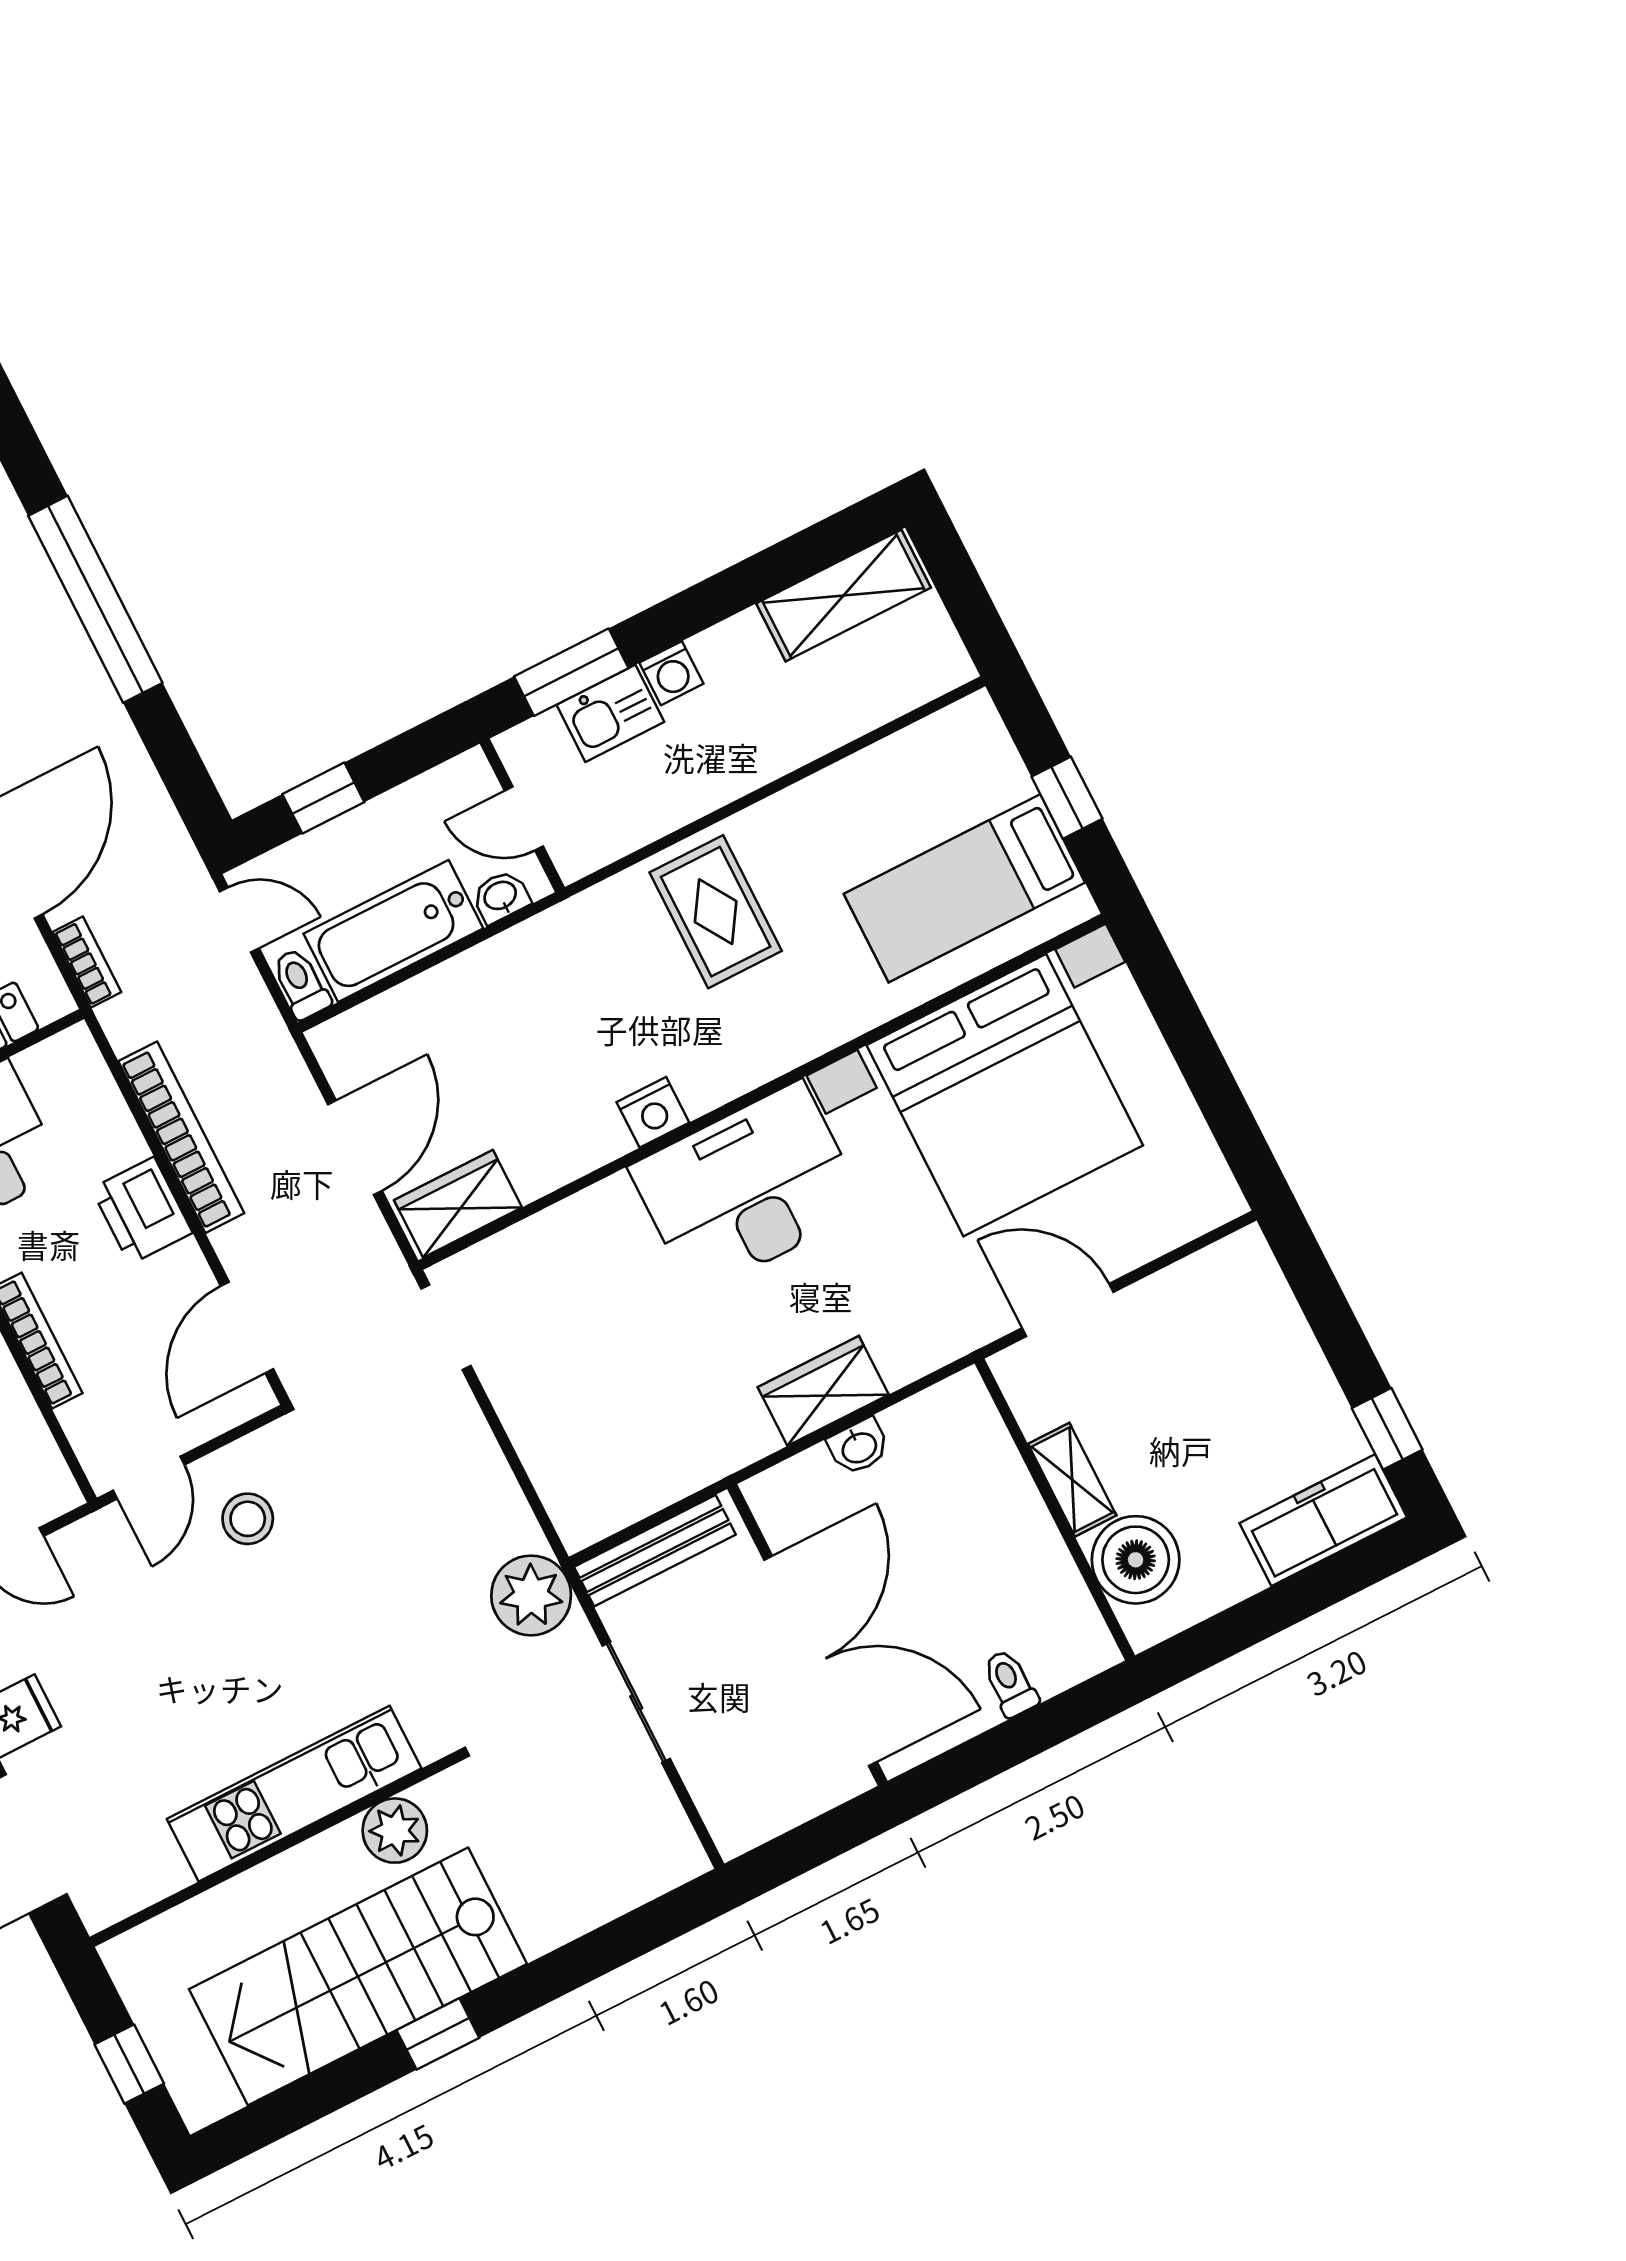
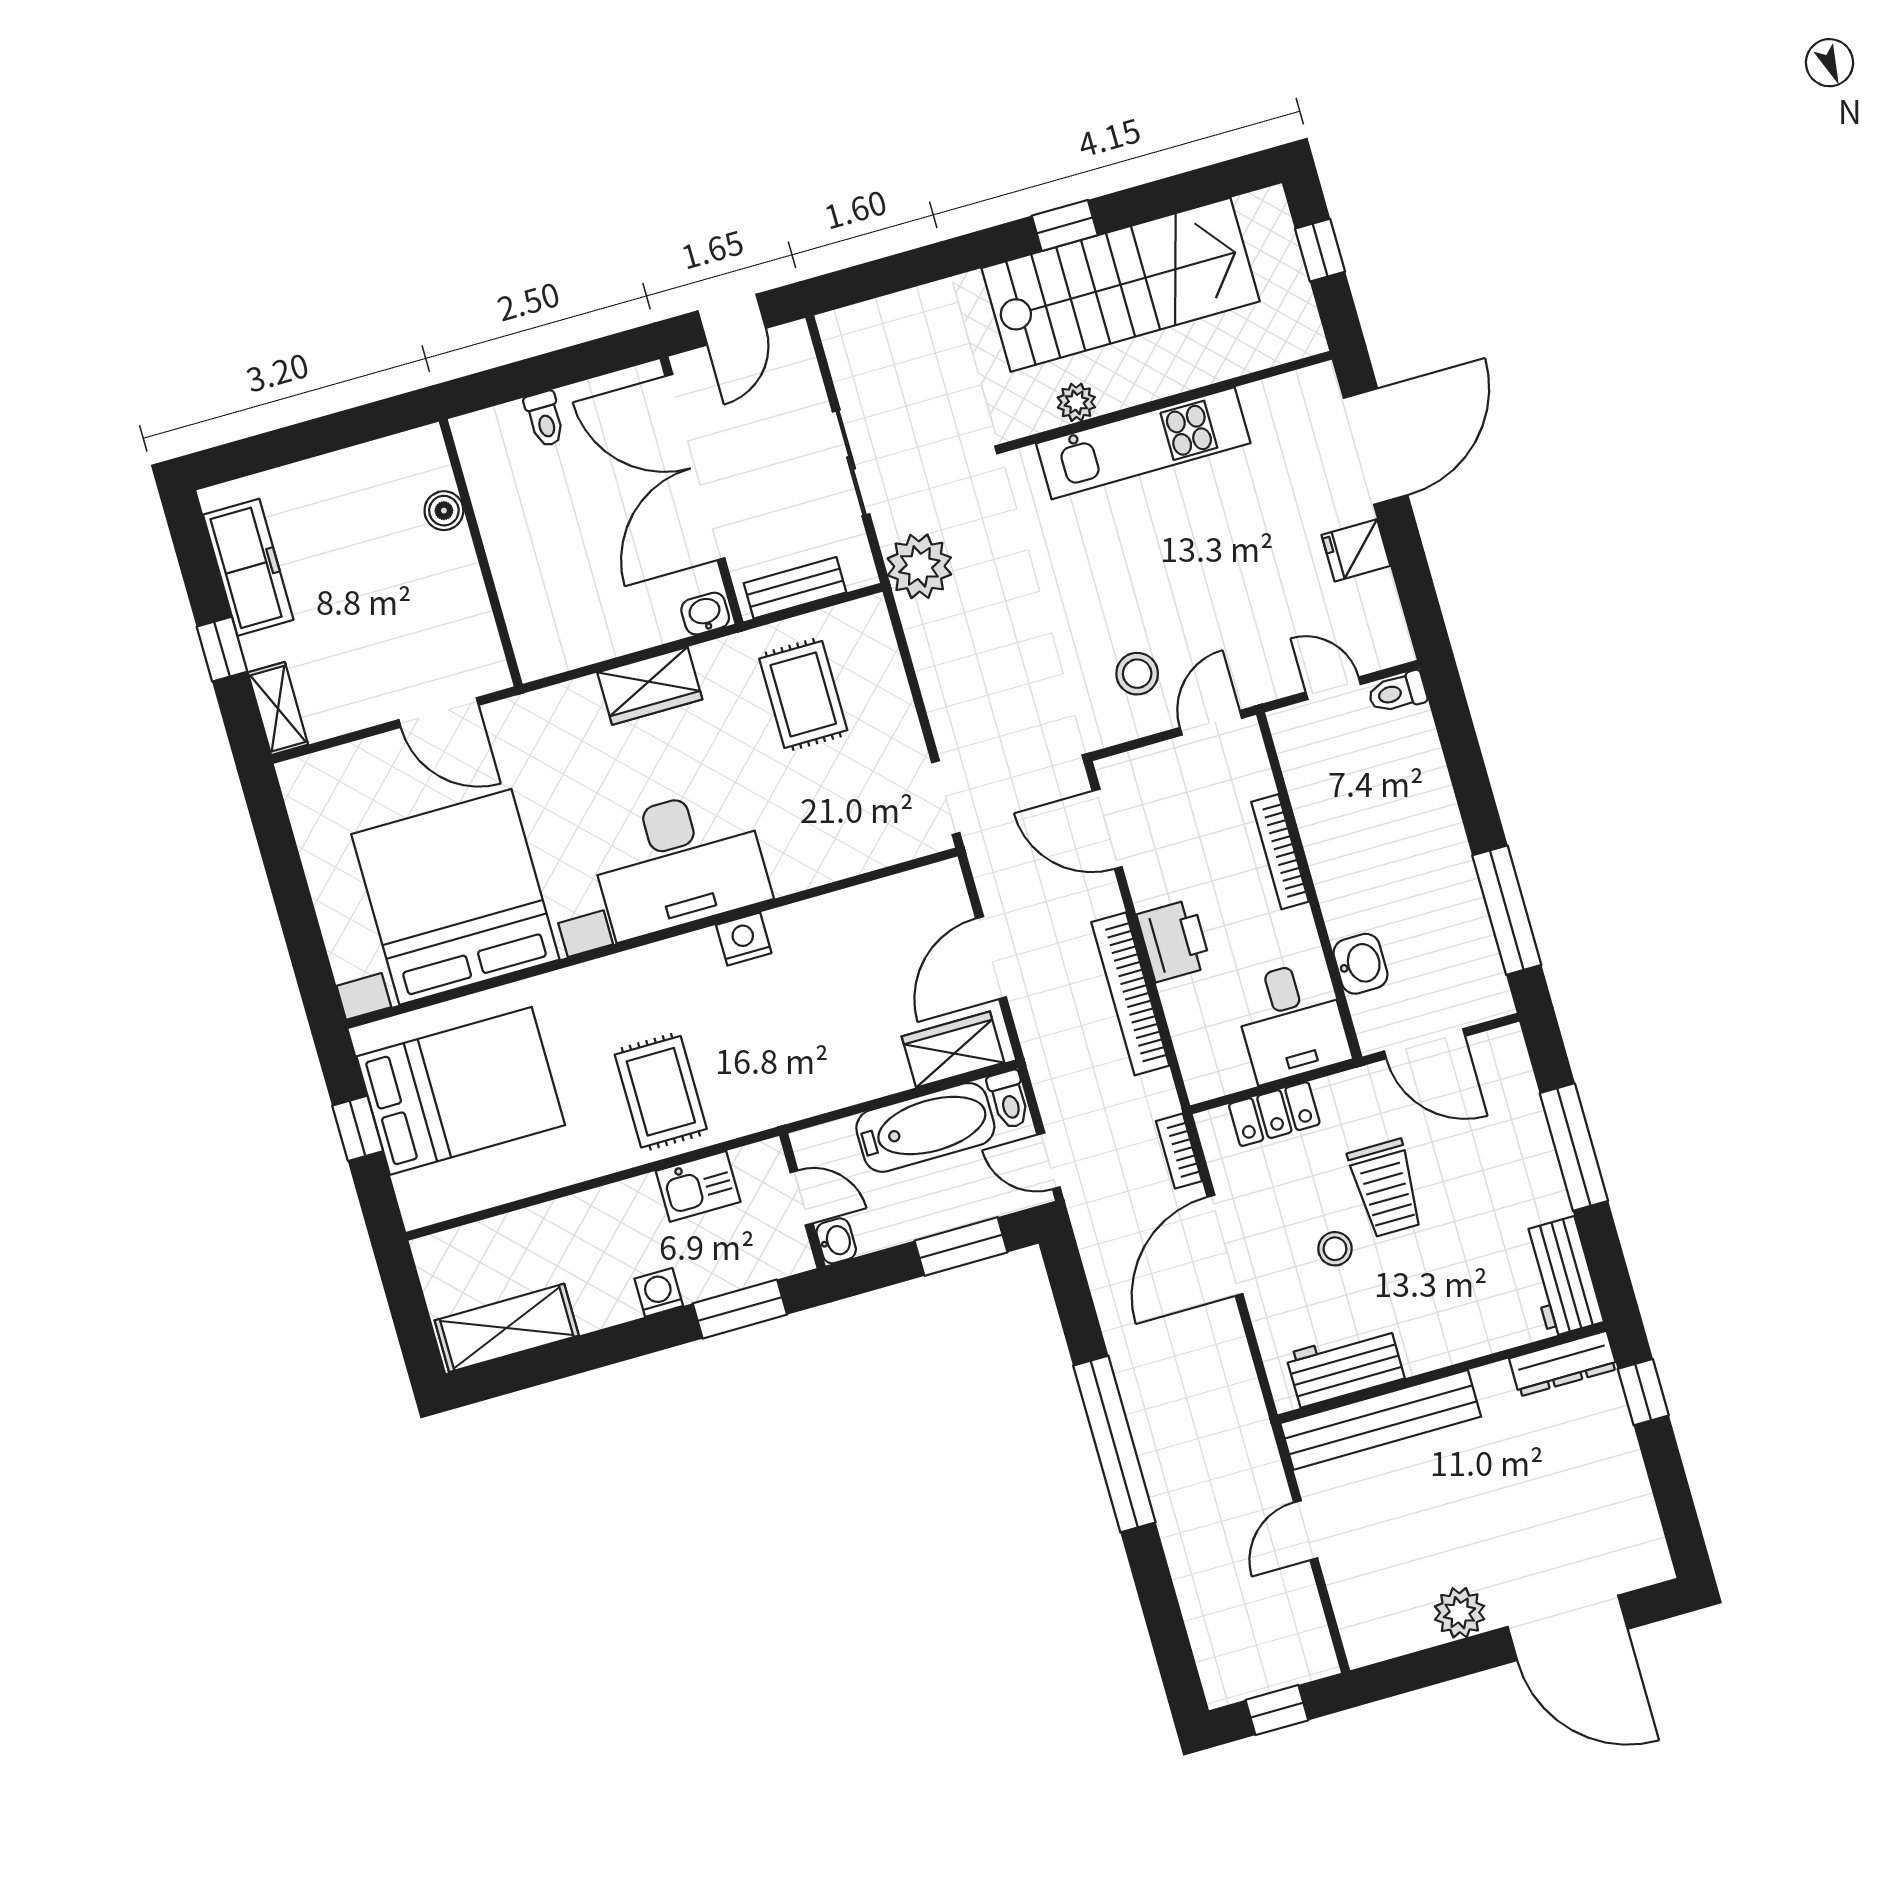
kitchen sink: (610, 713) -> (698, 1186), moved, turned 180
window: (323, 798) -> (961, 1246), width x1.50
bed: (964, 888) -> (461, 1091), width x1.50
washbasin: (501, 897) -> (836, 1241), moved, turned -90
wardrobe: (458, 1204) -> (953, 1049), moved, turned 180
door: (247, 1328) -> (1107, 829), swing flipped
rug: (639, 1416) -> (803, 694), added
window: (1387, 1429) -> (222, 649), moved
washbasin: (859, 1447) -> (705, 614), moved
shelving: (1072, 1480) -> (278, 709), moved
freezer: (1323, 1520) -> (248, 567), moved, turned -90
bench: (655, 1551) -> (795, 588), width x0.73
boiler: (1136, 1560) -> (444, 511), width x0.54, depth x0.54
plant: (395, 1831) -> (1076, 402), width x0.73, depth x0.73
door: (811, 1845) -> (732, 320), added

